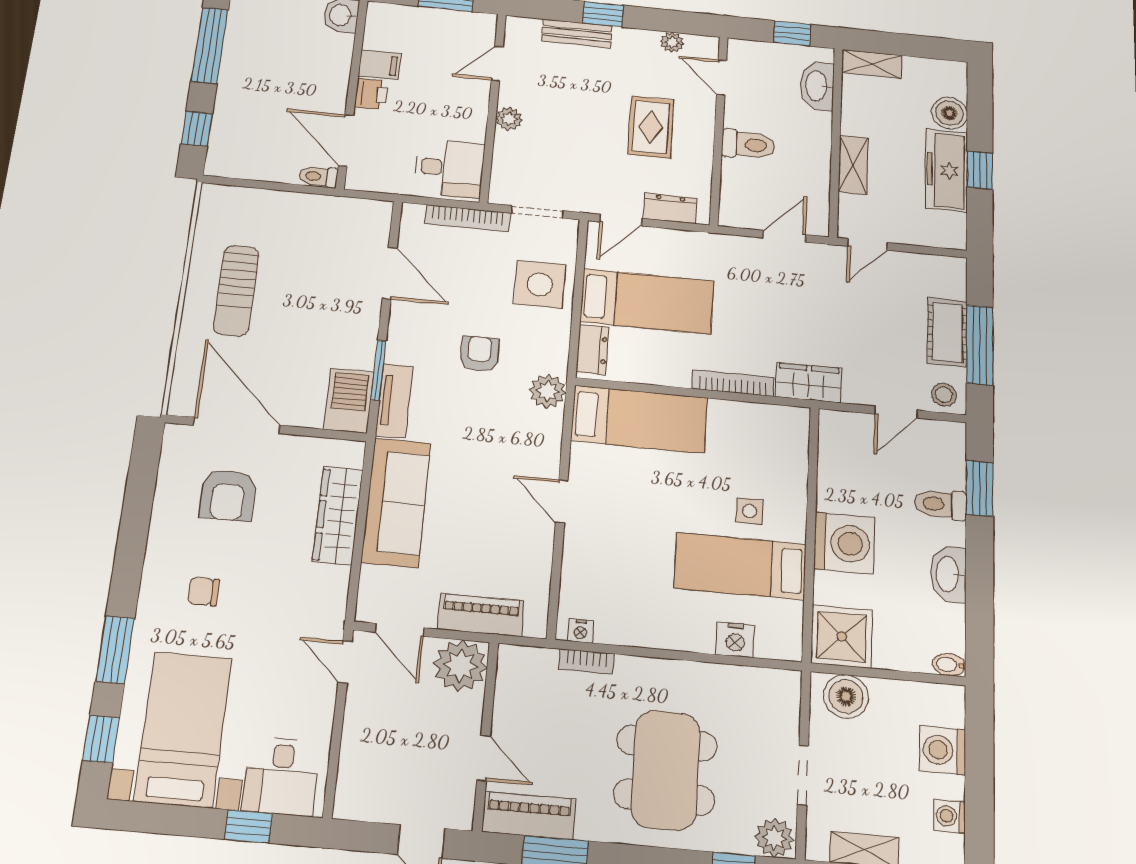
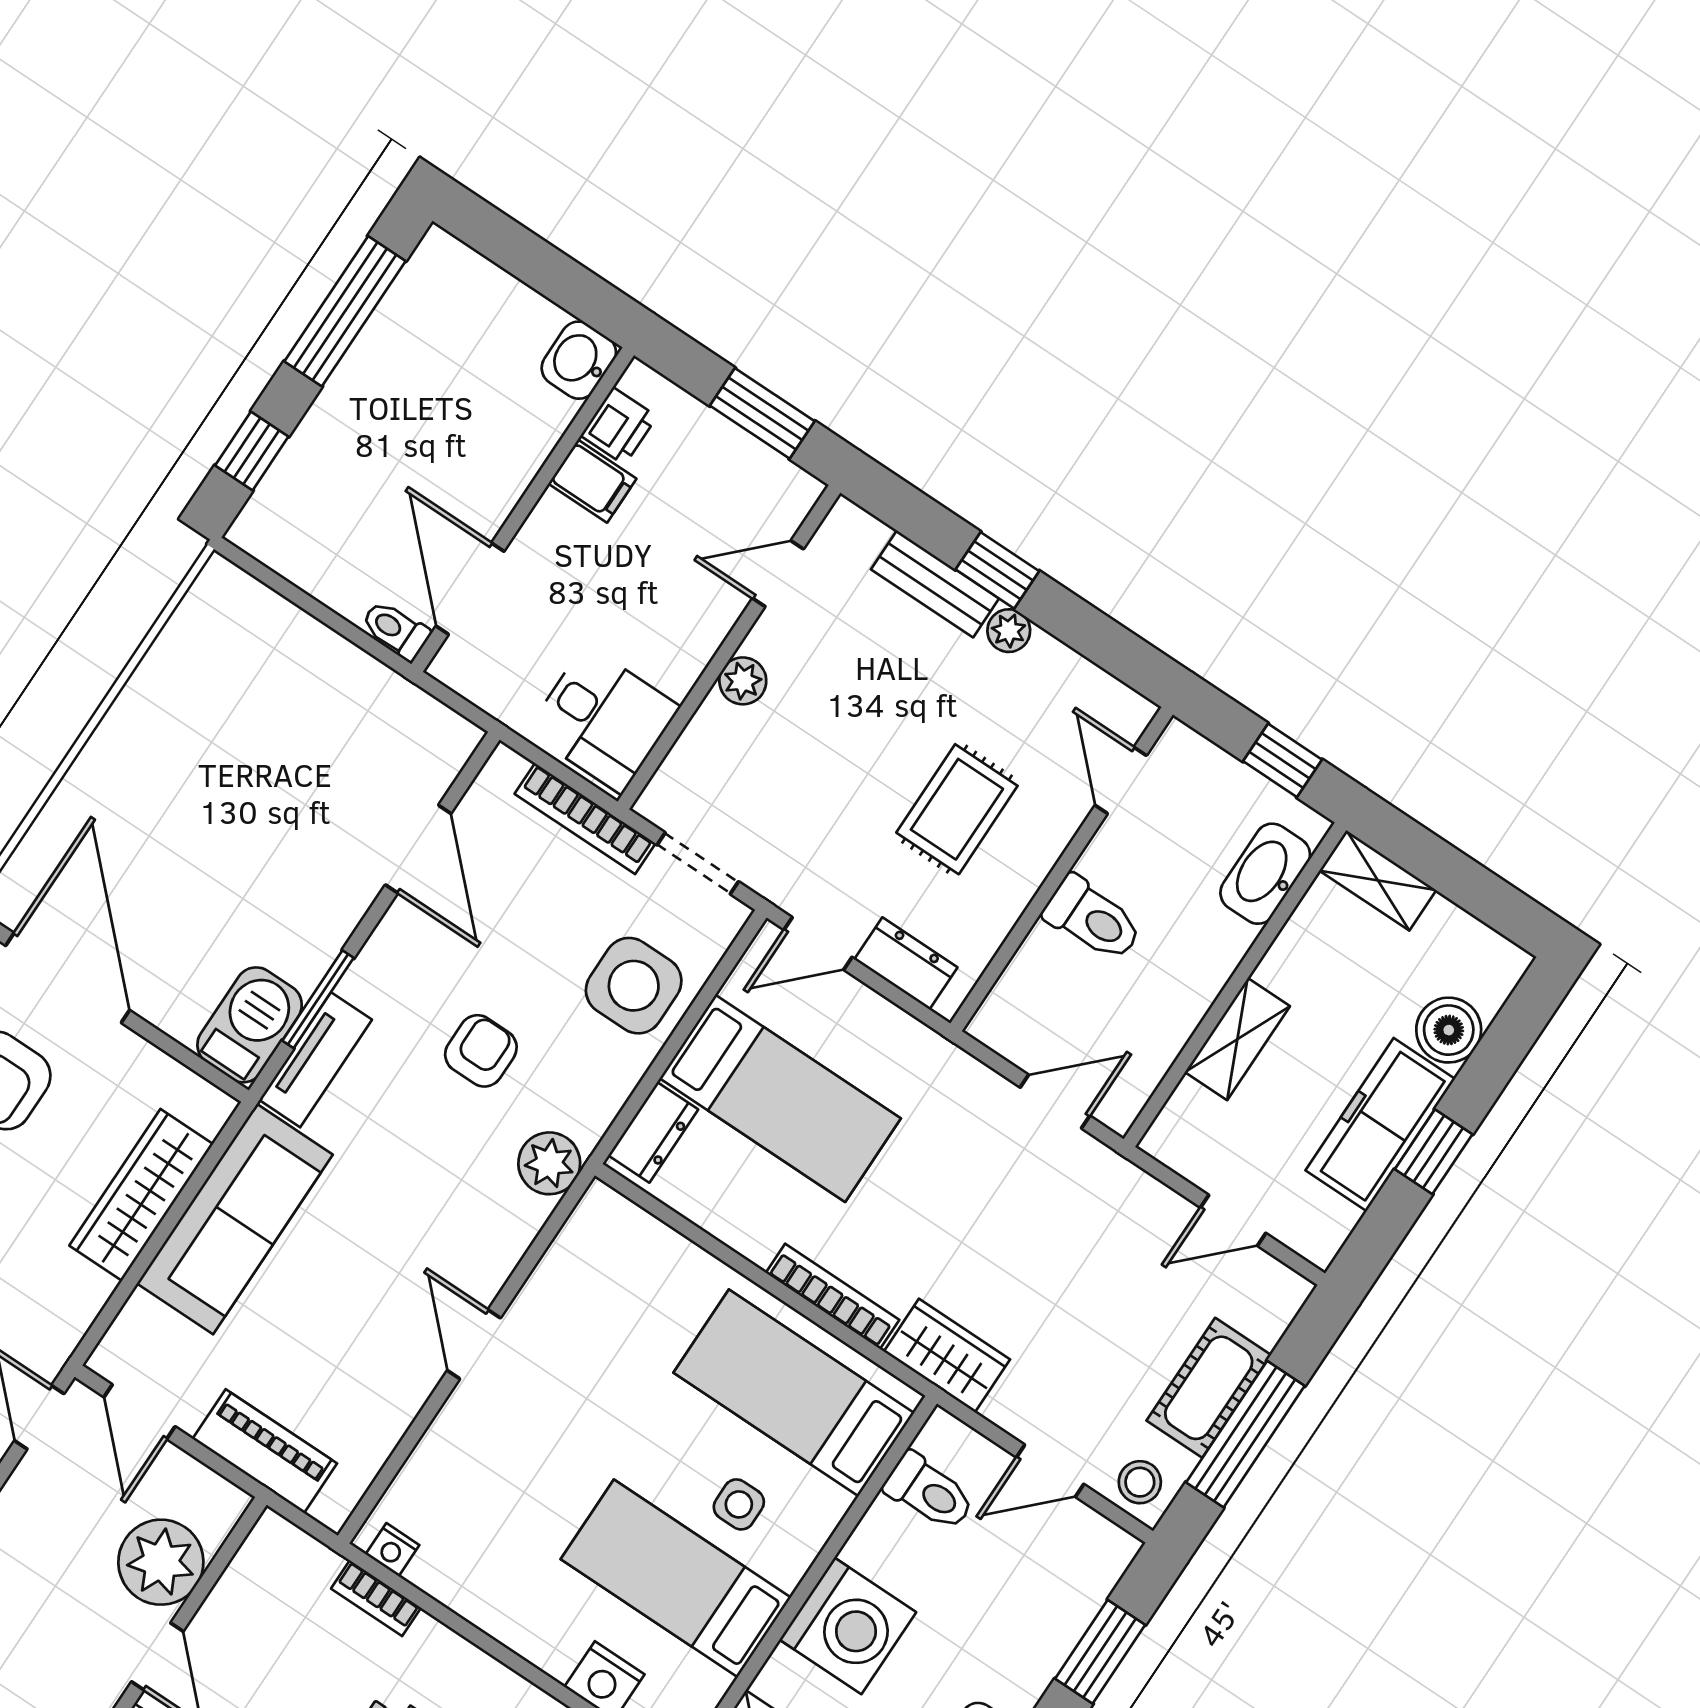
plant: (672, 42) -> (1009, 631), moved
printer: (371, 94) -> (619, 426), moved
door: (867, 244) -> (1233, 1220), moved
sun lounger: (236, 291) -> (175, 759), removed
bed: (639, 419) -> (794, 1393), moved, turned 180
toilet: (941, 504) -> (929, 1492), moved, turned 180
plant: (460, 666) -> (161, 1562), moved

